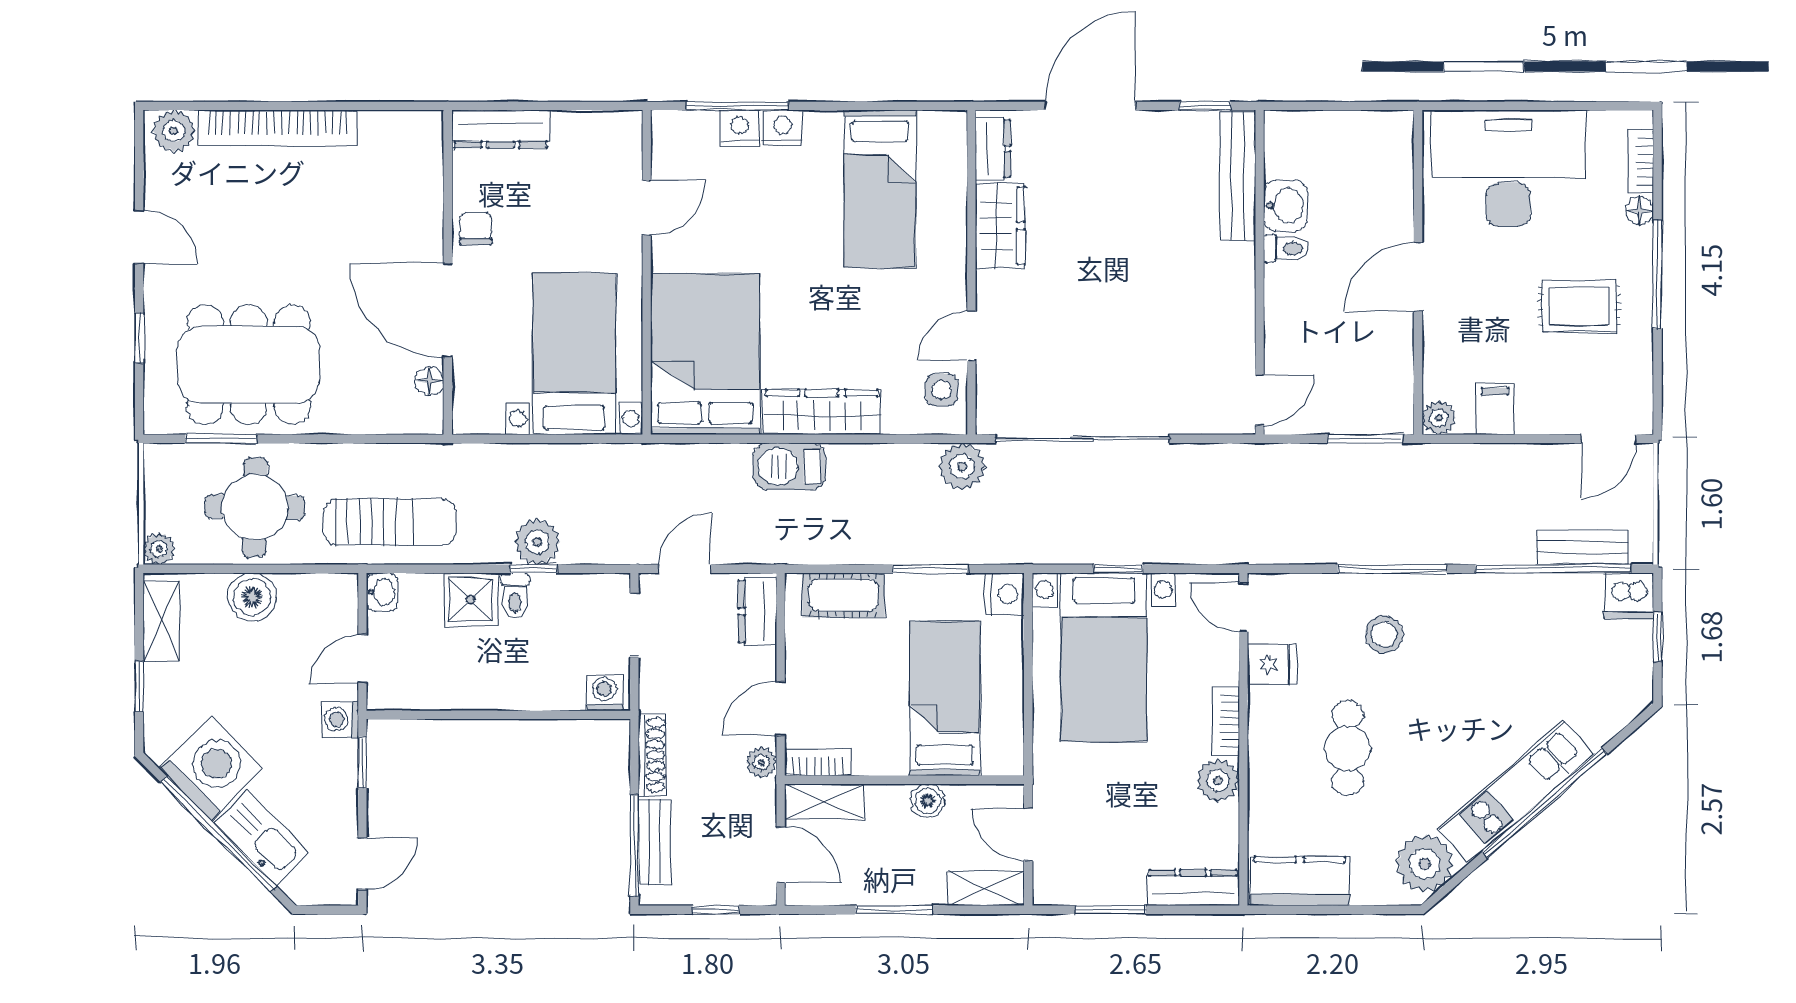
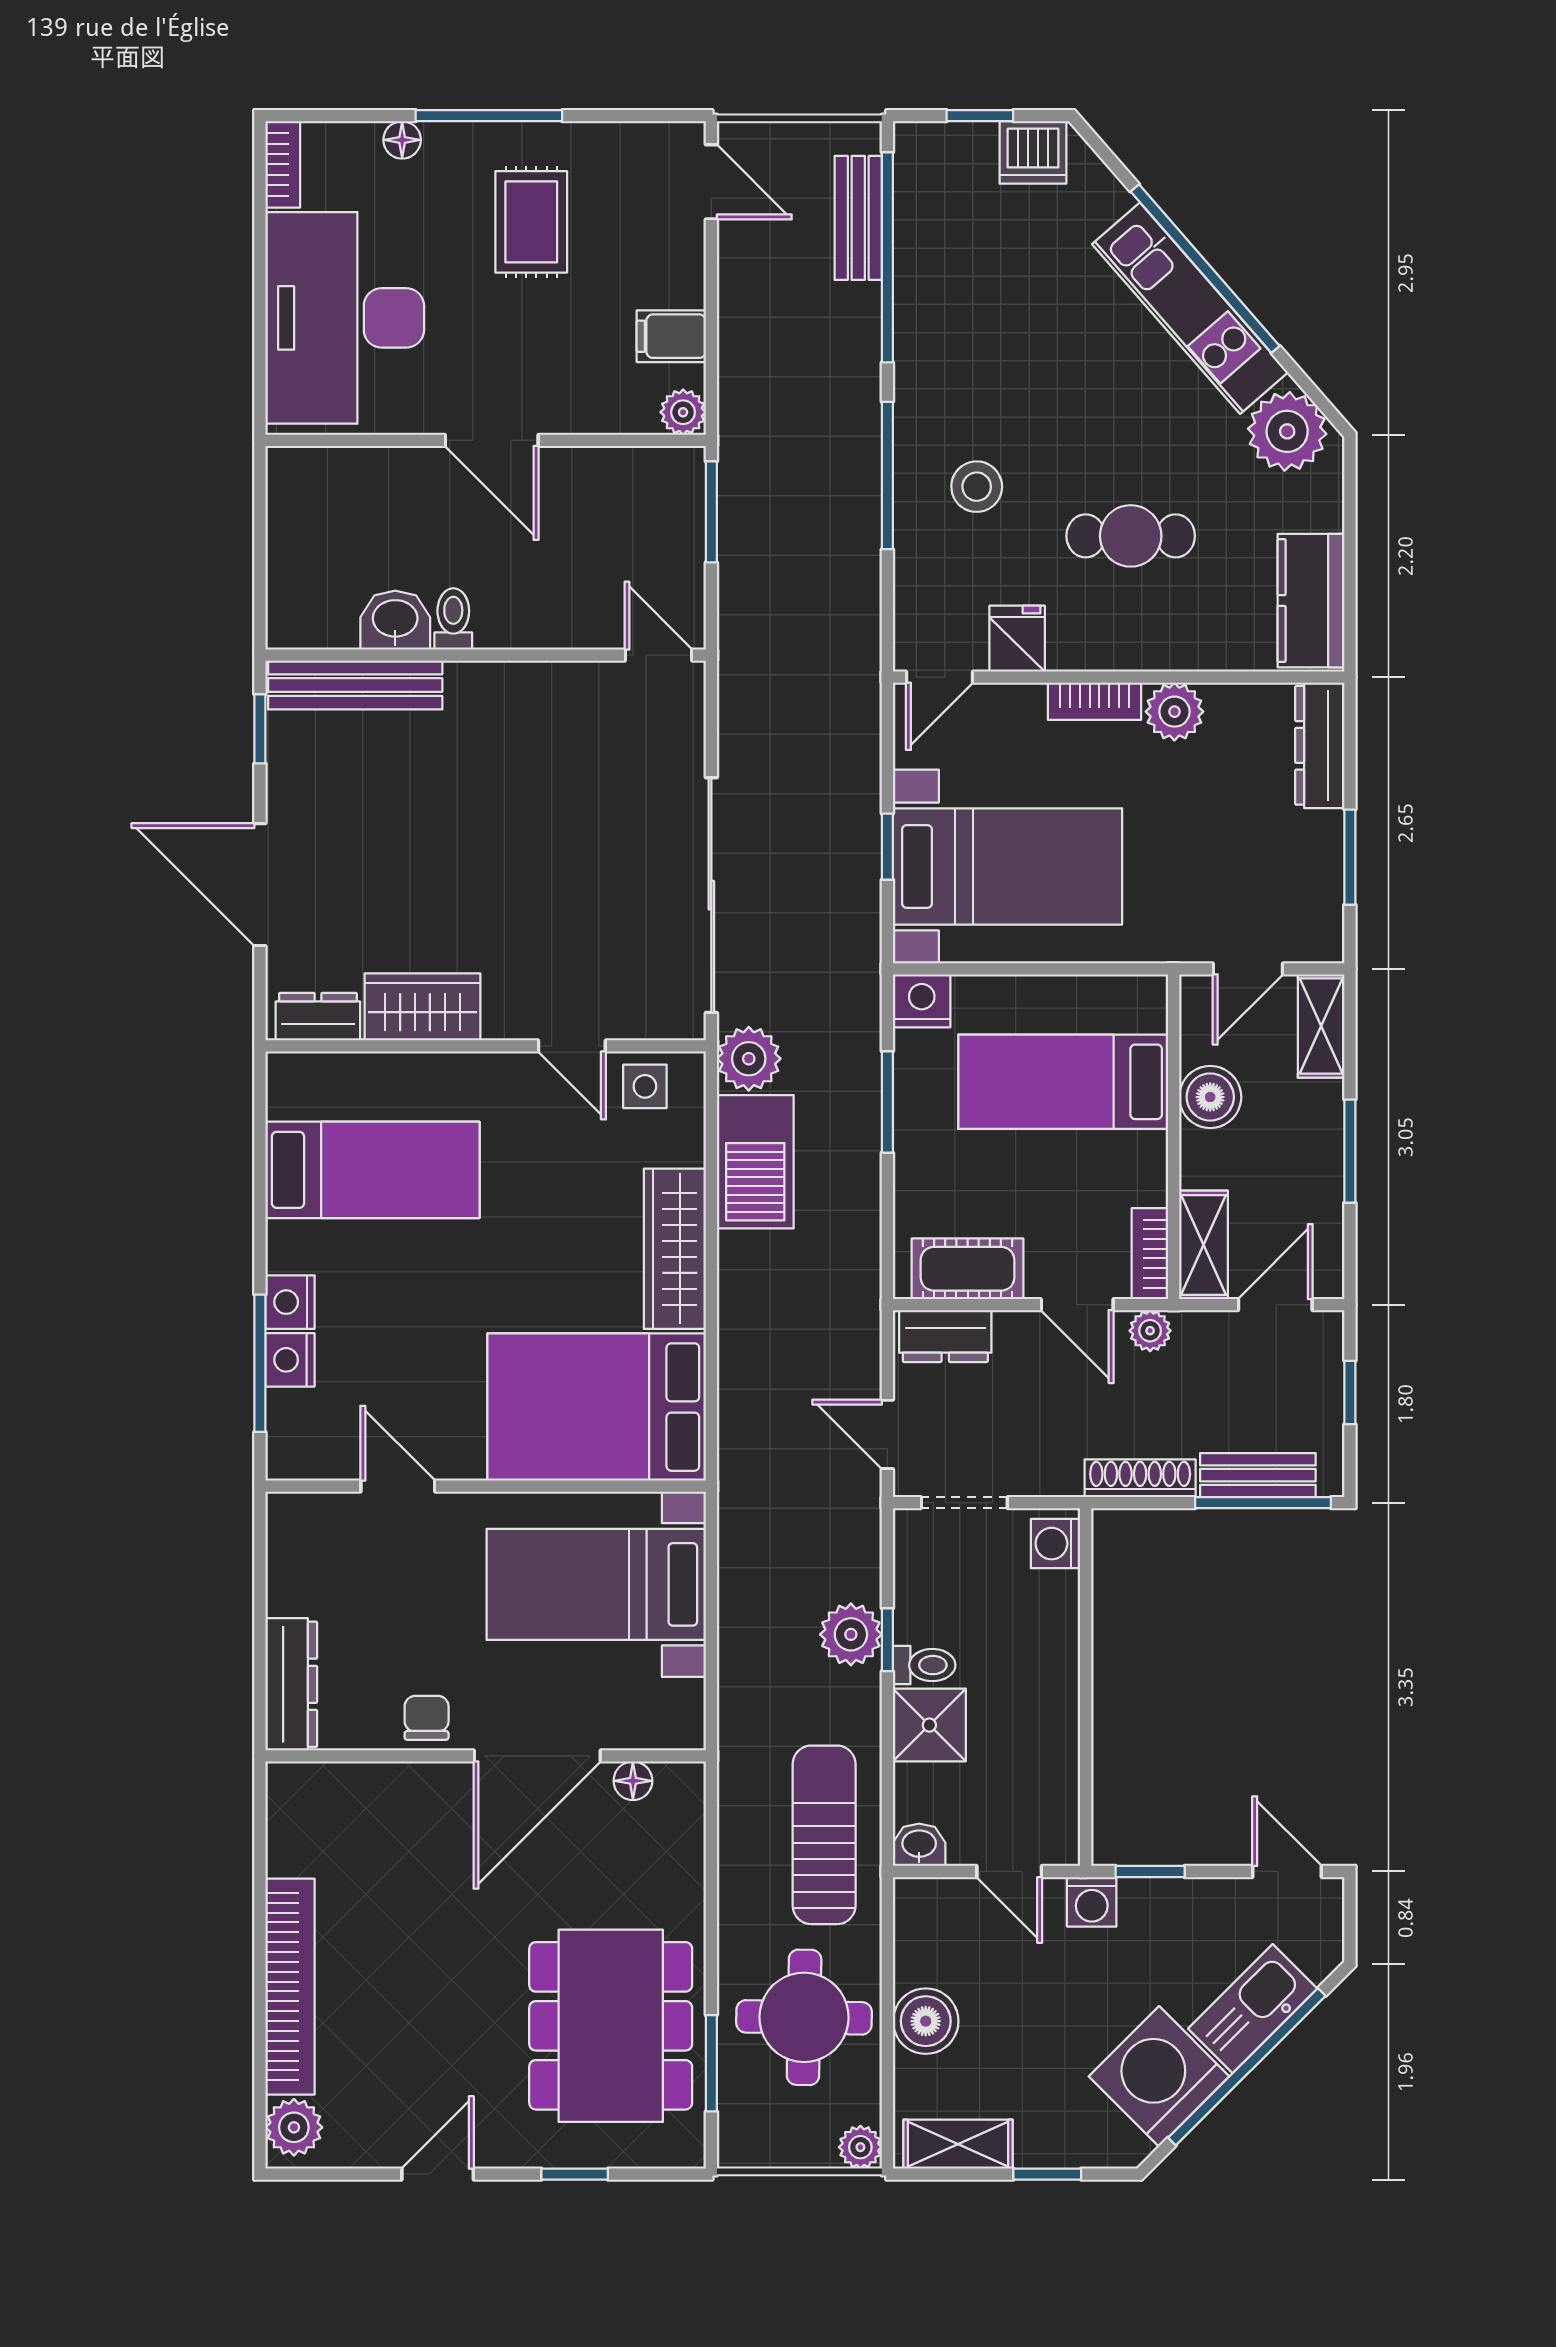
bookcase: (1641, 162) -> (283, 164), moved, turned -90
chair: (476, 229) -> (427, 1718), turned 90
barbecue: (789, 466) -> (755, 1162), moved, width x1.37, depth x1.21
cot: (844, 595) -> (968, 1269), moved, turned 90
dishwasher: (1629, 596) -> (1033, 152), moved, turned 90
boiler: (928, 801) -> (1210, 1097), width x1.36, depth x1.36

